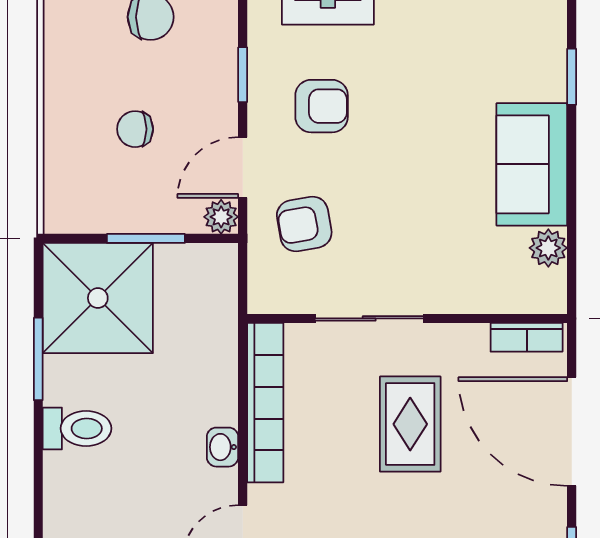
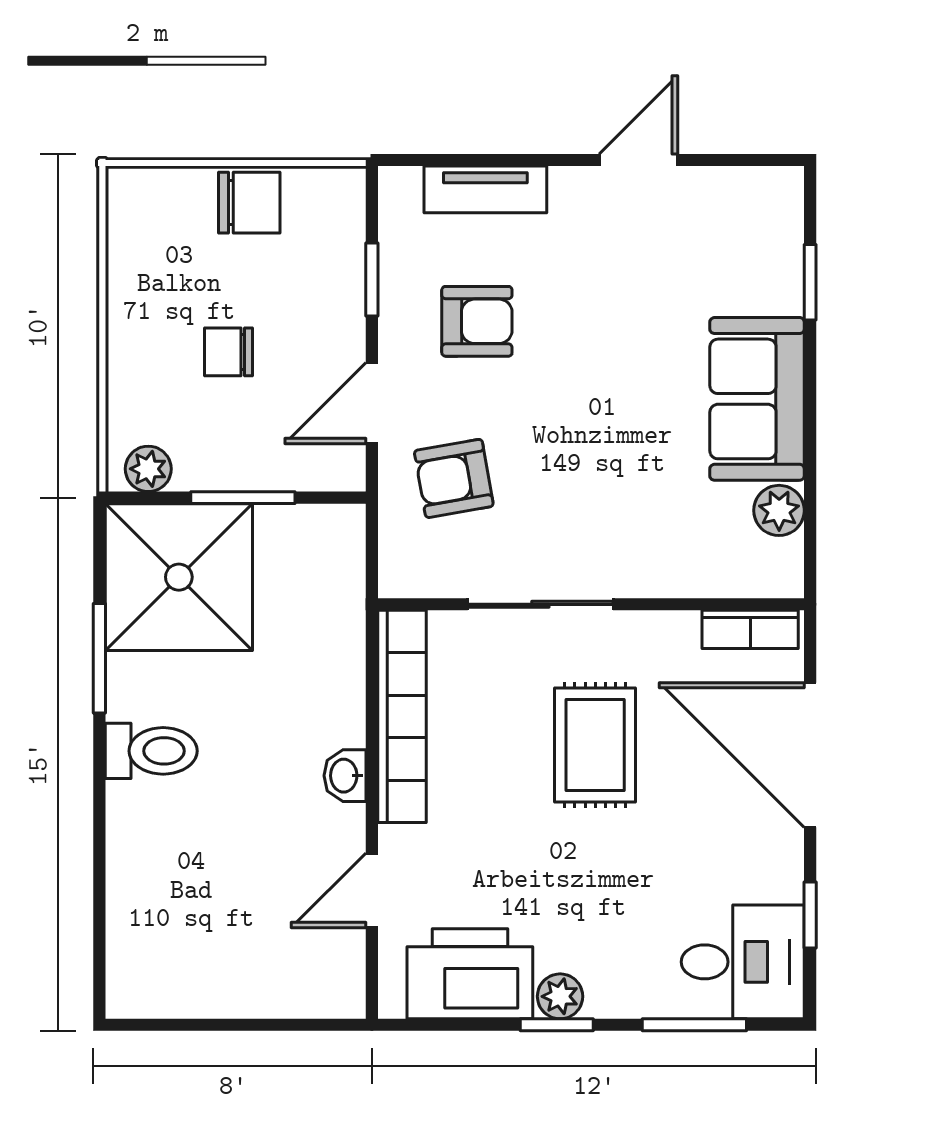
plant: (221, 217) -> (148, 469), moved

